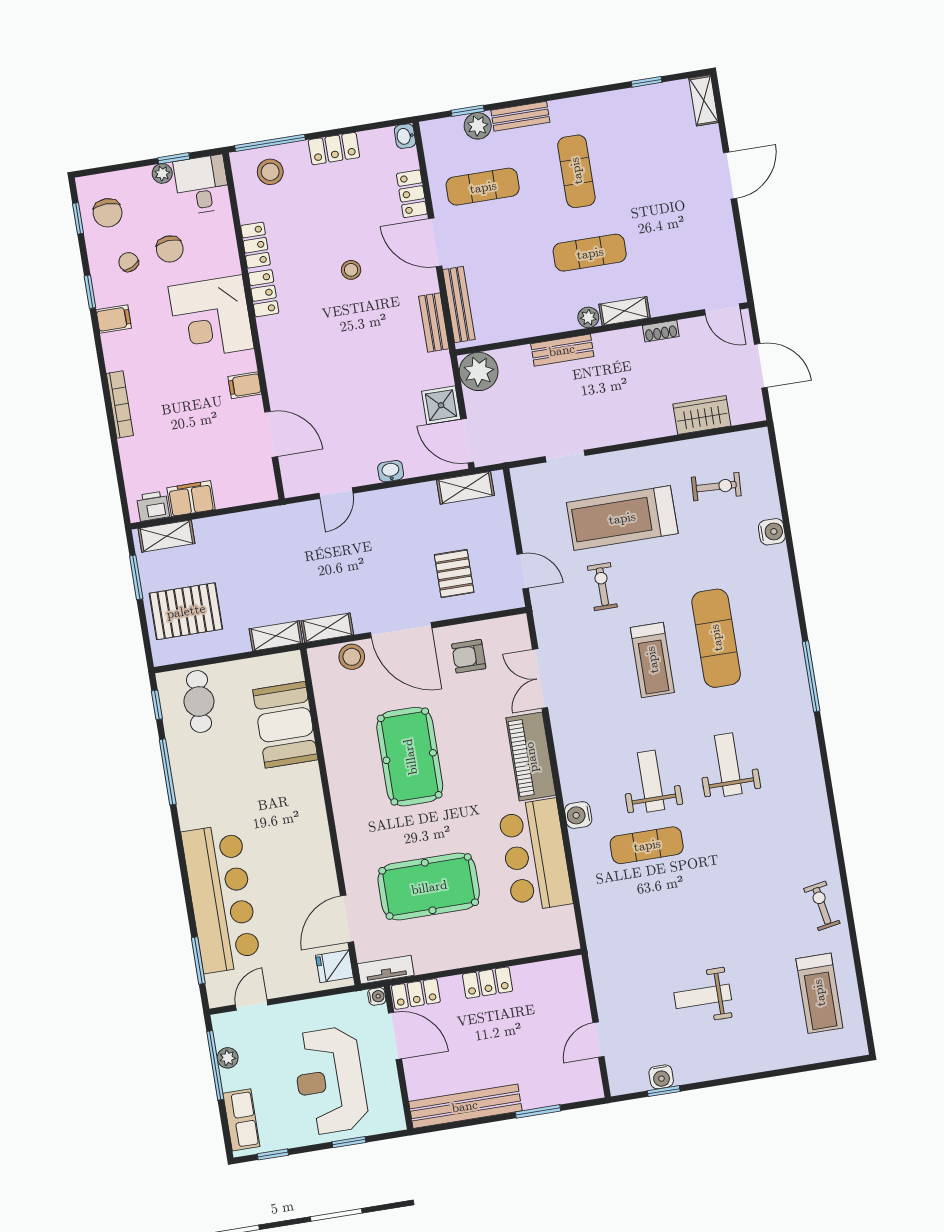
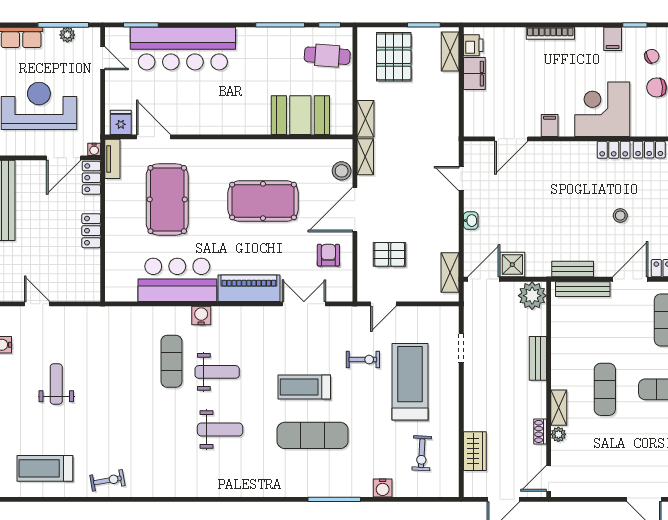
plant: (588, 317) -> (558, 434), moved
window: (811, 676) -> (334, 499), moved

